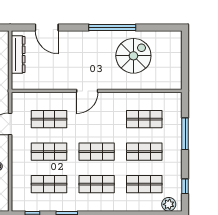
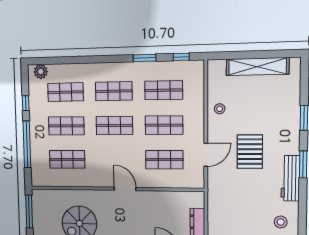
window: (185, 67) -> (29, 212), added
door: (87, 91) -> (125, 189), hinge flipped
window: (185, 134) -> (27, 144), width x1.46
window: (185, 186) -> (26, 103), moved

